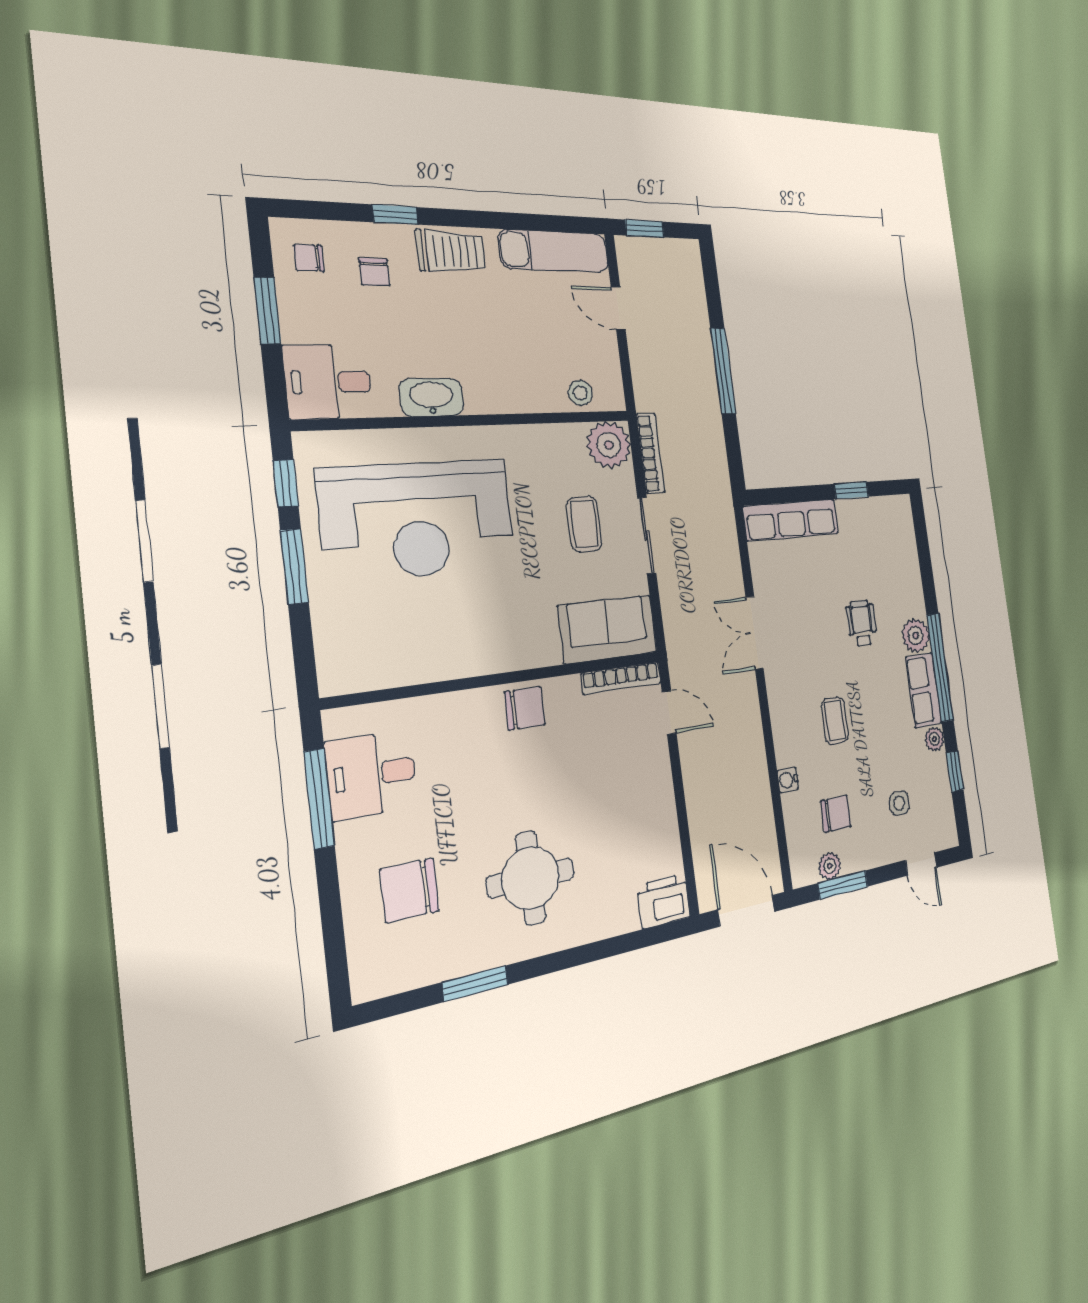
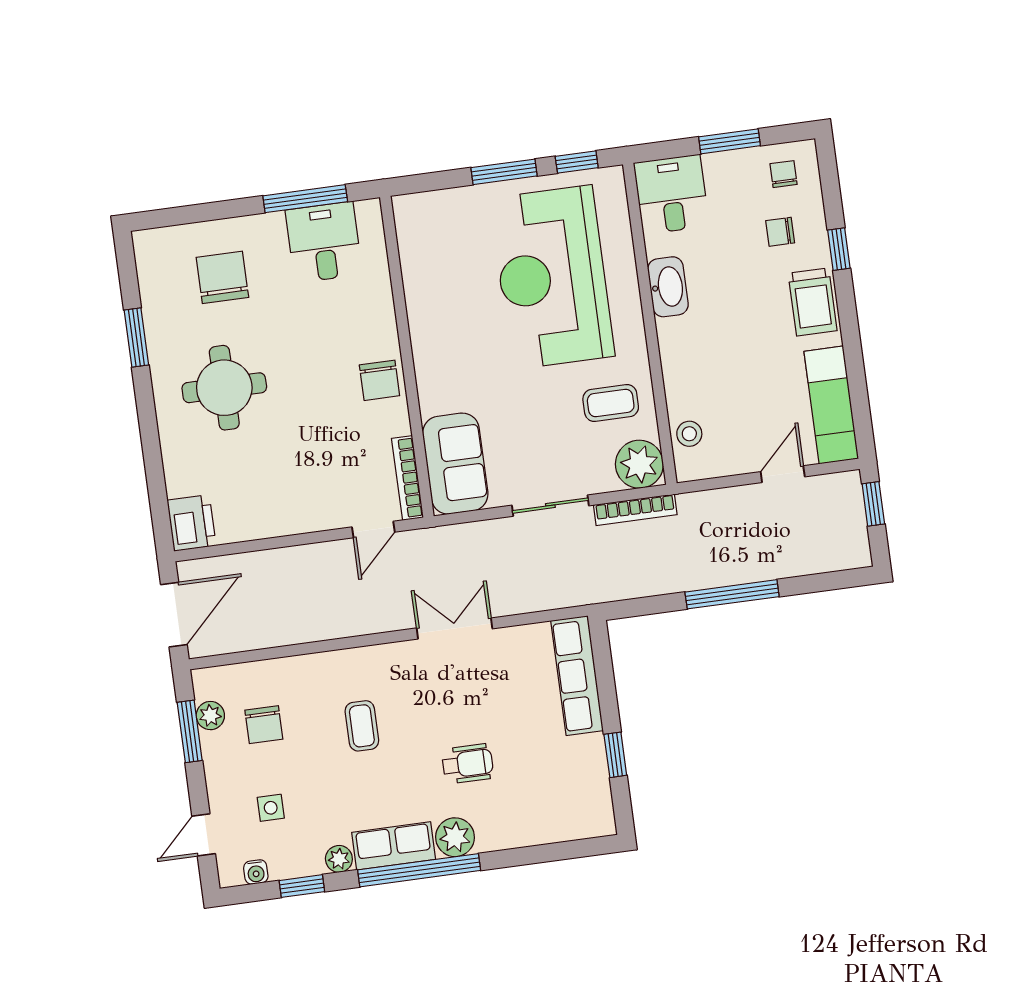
coffee table: (584, 524) -> (611, 403), moved
coffee table: (835, 721) -> (362, 726), turned 90
water cooler: (788, 780) -> (256, 872), moved, turned 180

